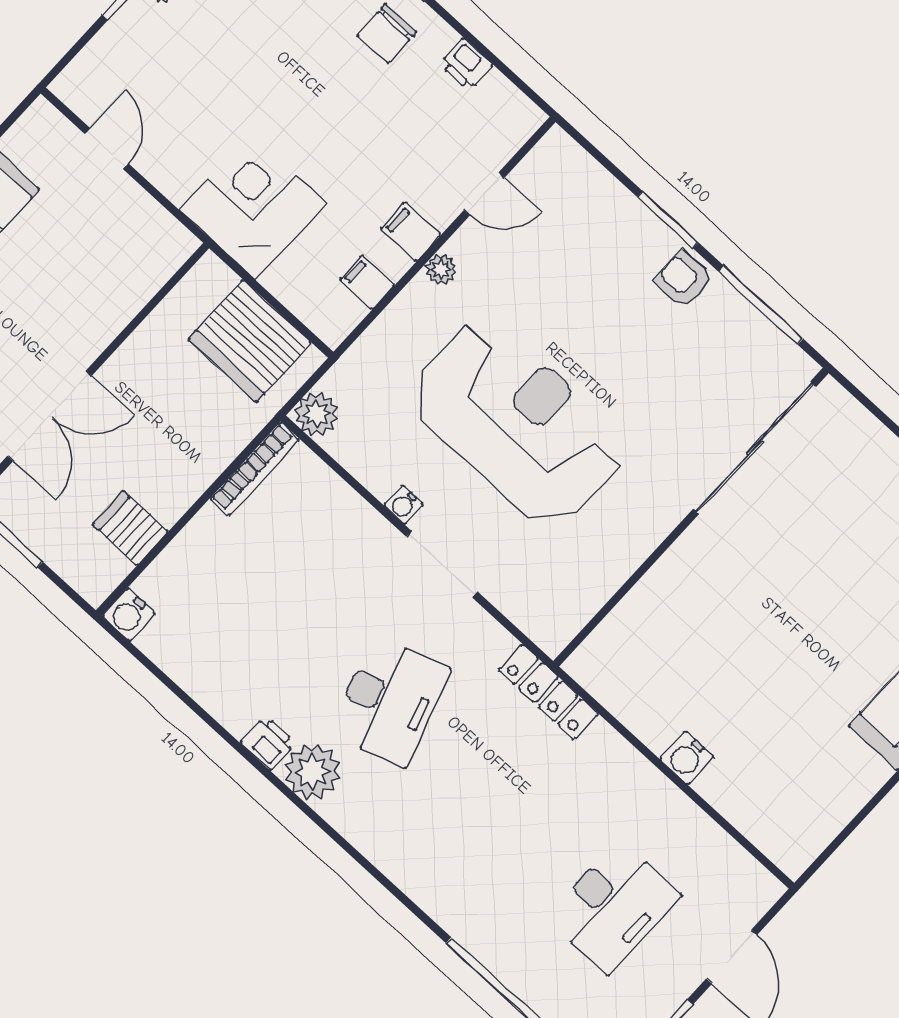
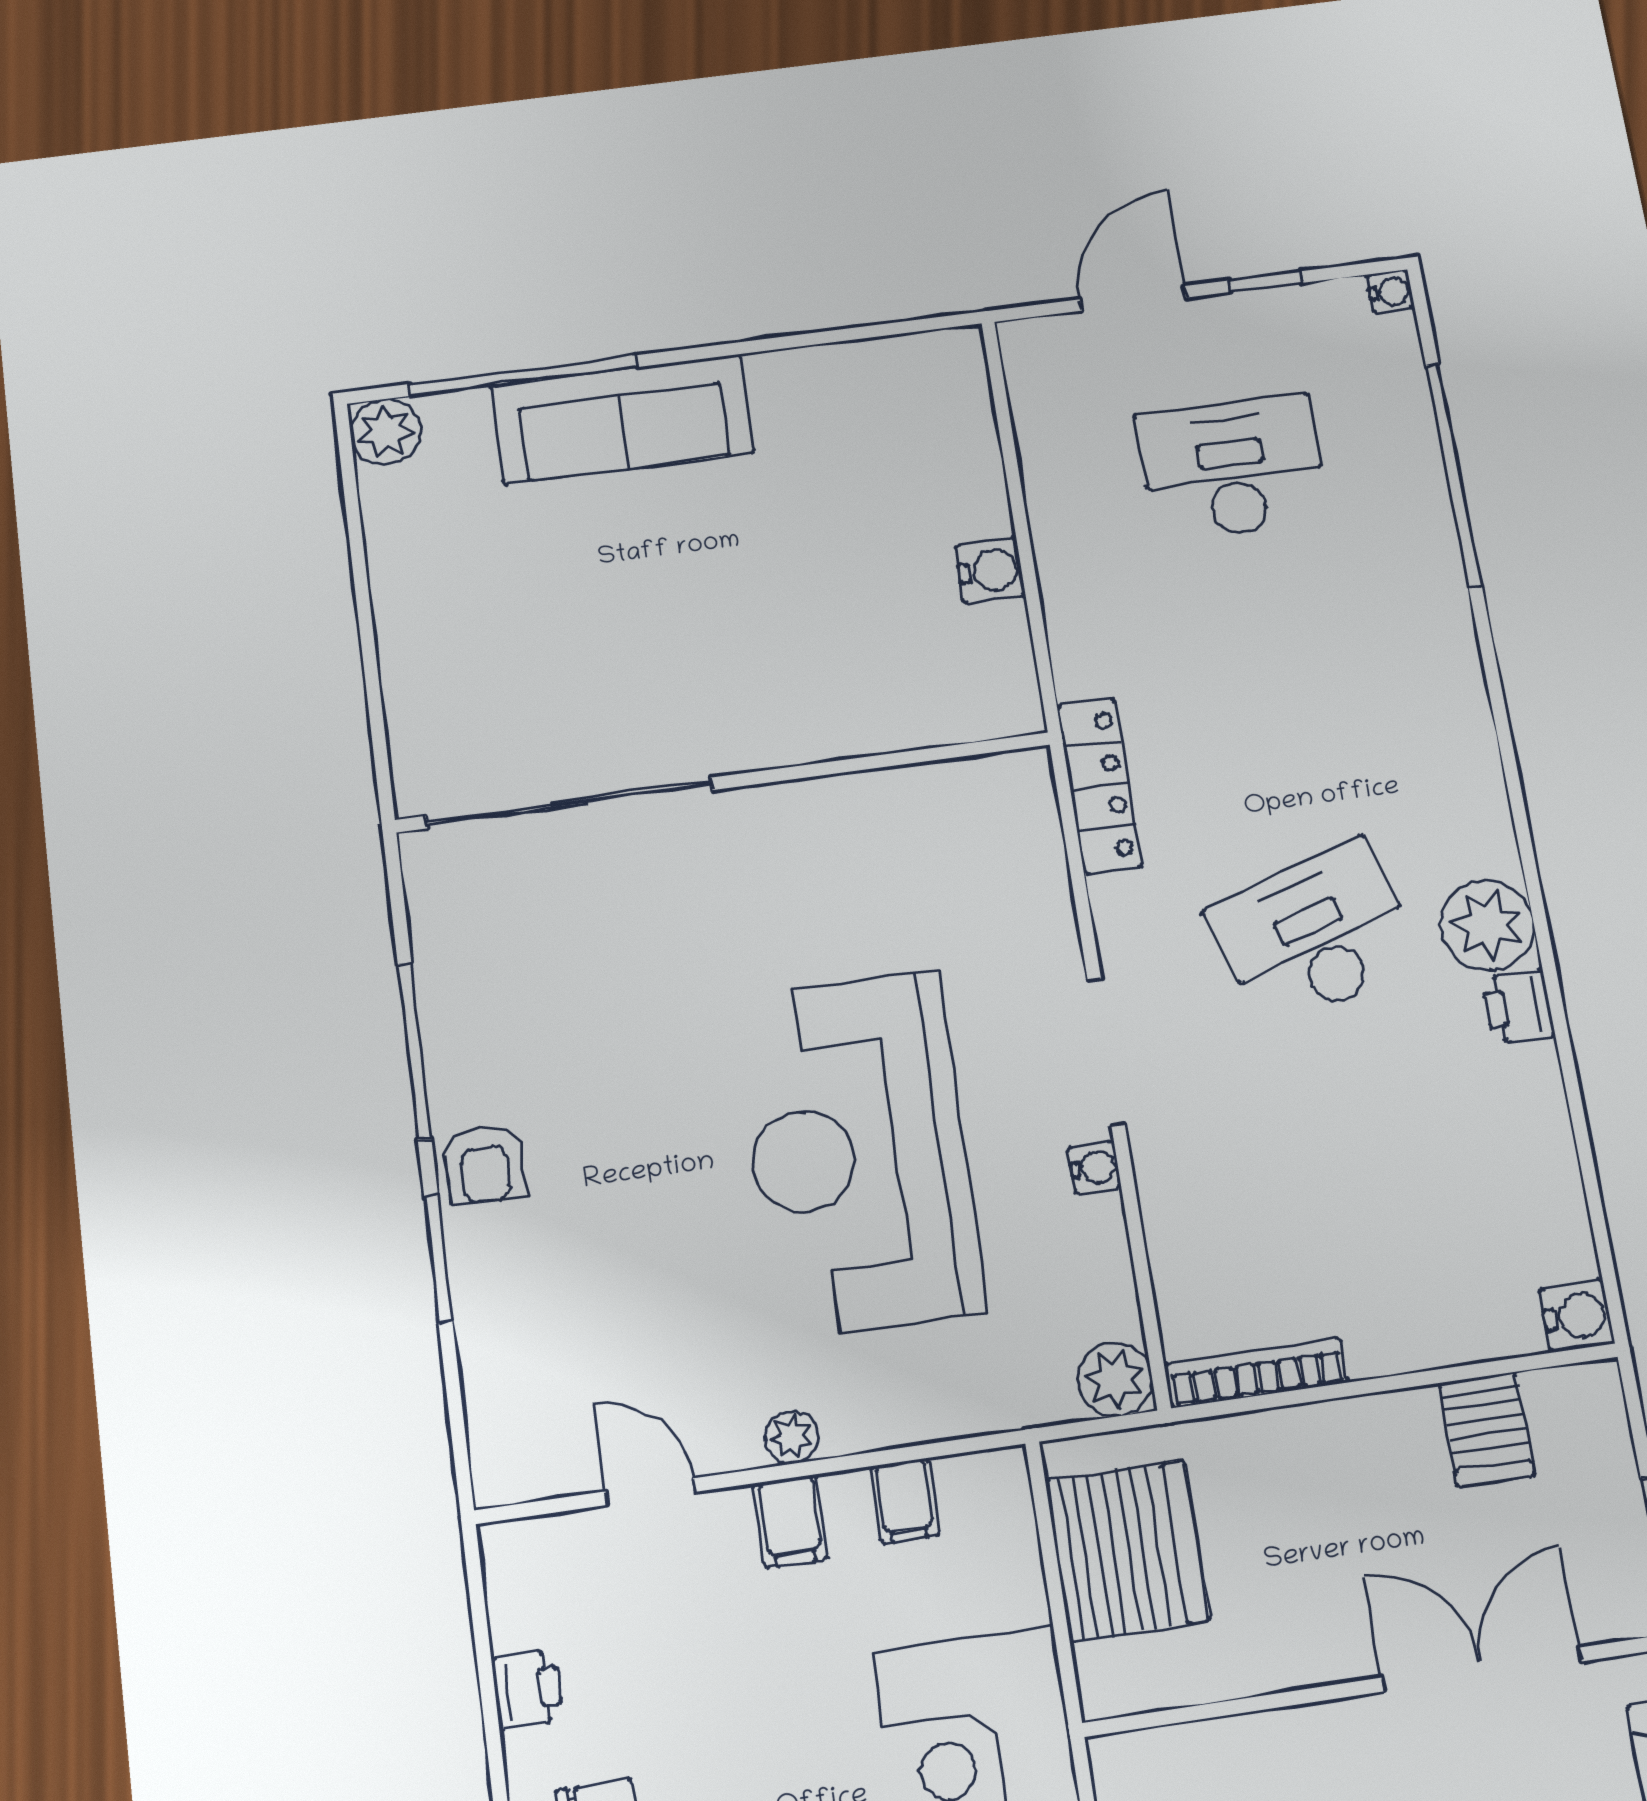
sliding door: (755, 448) -> (569, 803), moved
wall: (691, 517) -> (724, 782), moved

